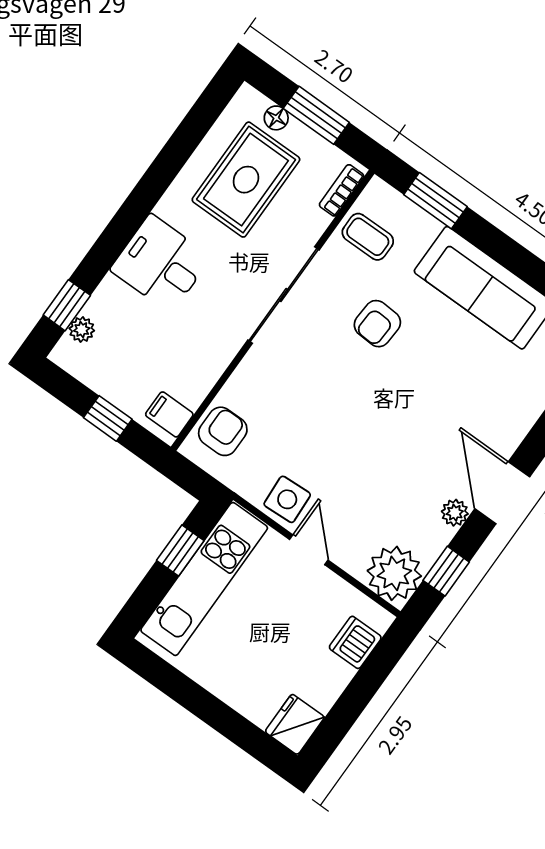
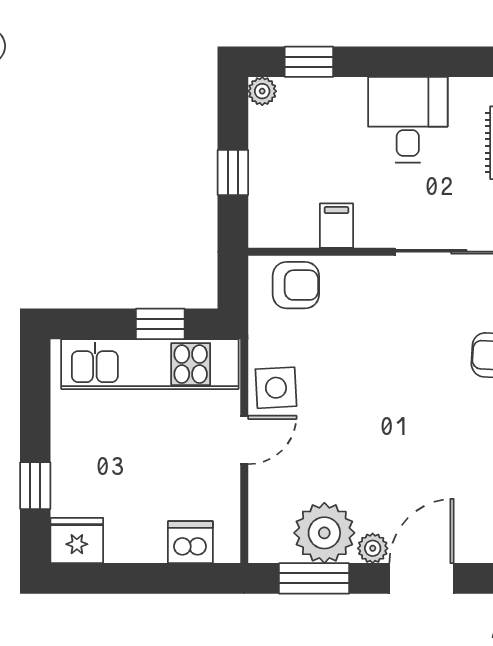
plant: (82, 330) -> (262, 91), moved
filing cabinet: (169, 414) -> (336, 226), moved
window: (446, 571) -> (314, 578), width x1.50
plant: (394, 573) -> (324, 533), moved
window: (233, 726) -> (35, 486), added

